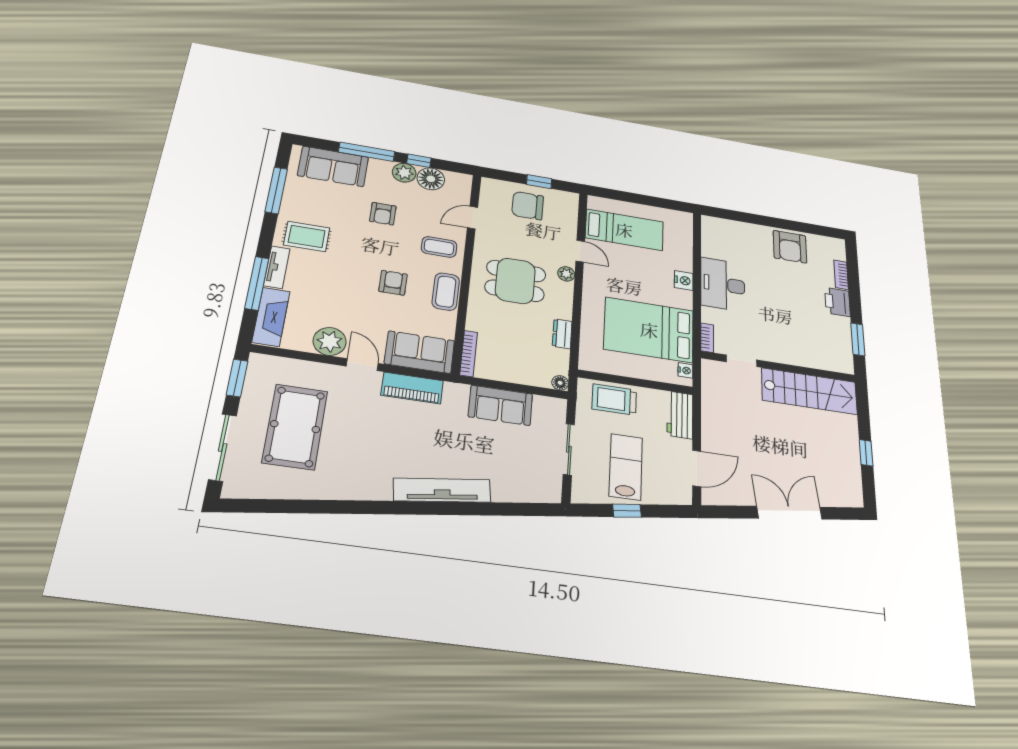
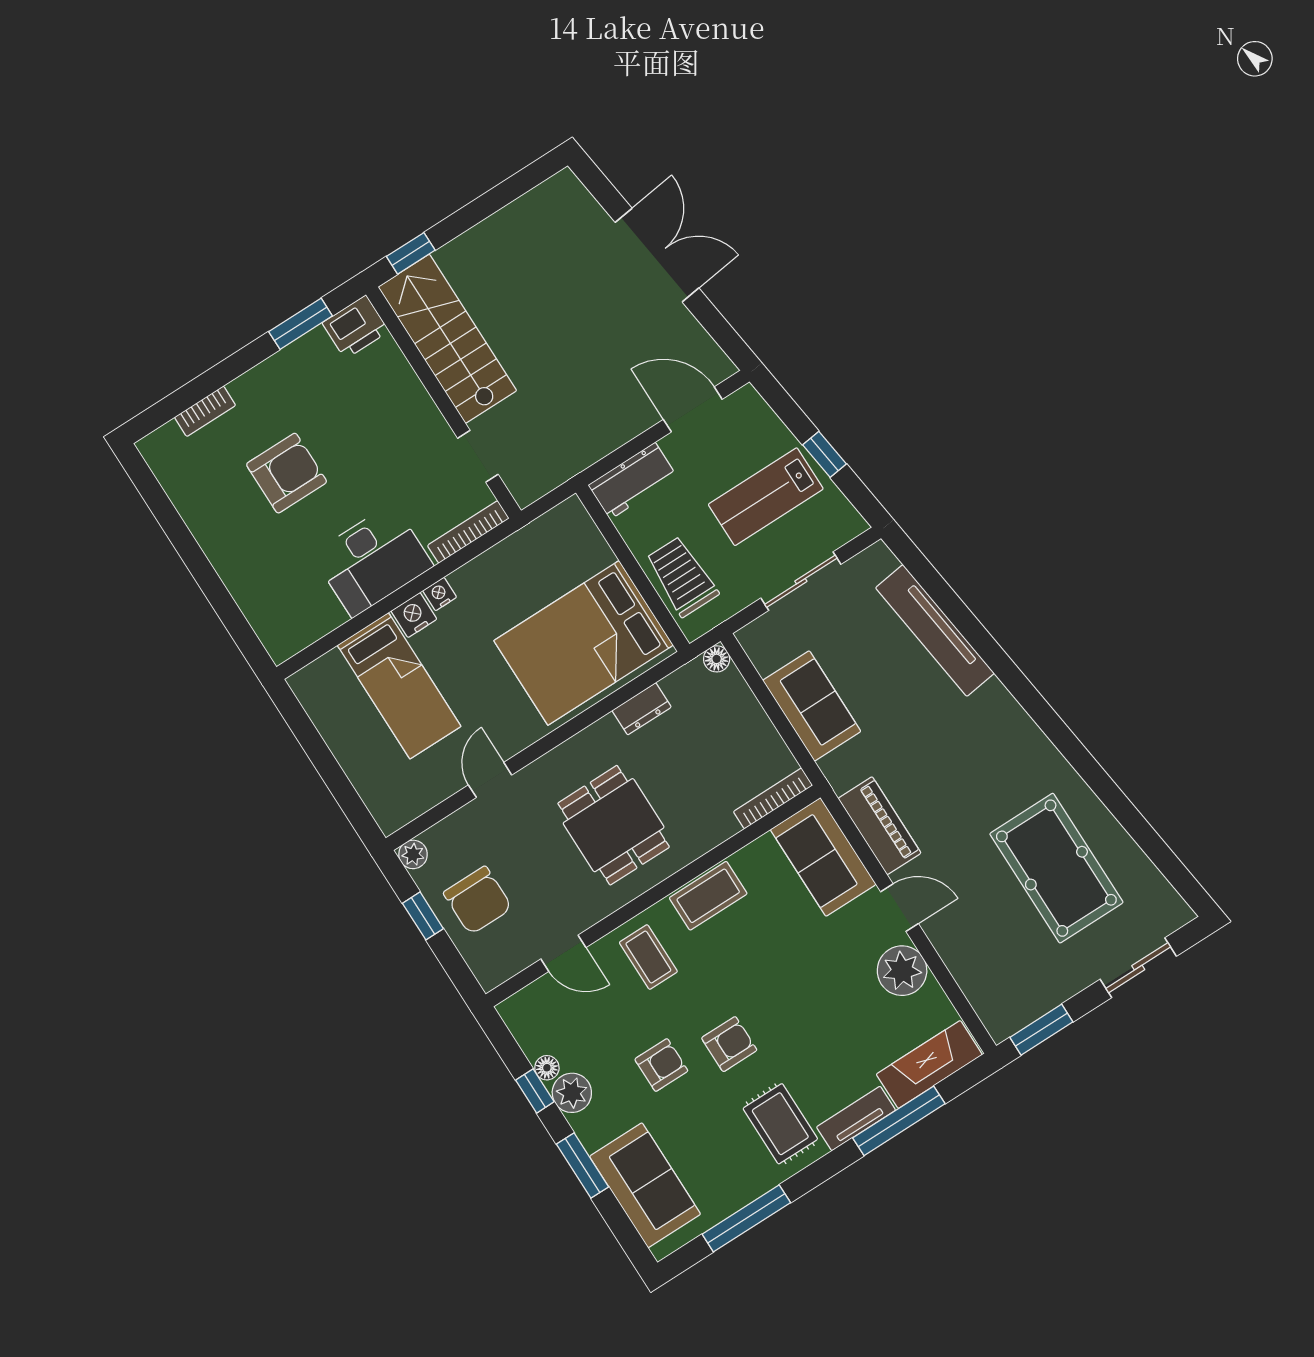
window: (367, 152) -> (583, 1166), width x0.69
floor lamp: (431, 179) -> (547, 1068), width x0.53, depth x0.53
bed: (624, 230) -> (399, 686), moved, turned 180
armchair: (790, 247) -> (287, 473), moved
plant: (566, 274) -> (413, 854), moved
armchair: (393, 283) -> (729, 1044), moved, turned 180
printer: (837, 302) -> (356, 327), moved
bed: (649, 330) -> (584, 643), moved, turned 90
bookcase: (707, 338) -> (468, 532), width x1.56
door: (362, 365) -> (899, 908), swing flipped
nightstand: (685, 370) -> (440, 594), moved
trolley: (614, 400) -> (682, 577), turned 180
pool table: (295, 427) -> (1056, 868), moved, turned 90
sliding door: (223, 447) -> (1138, 968), width x0.73
window: (866, 453) -> (411, 253), moved
tv unit: (442, 490) -> (935, 631), moved
double door: (789, 513) -> (657, 255), swing flipped

